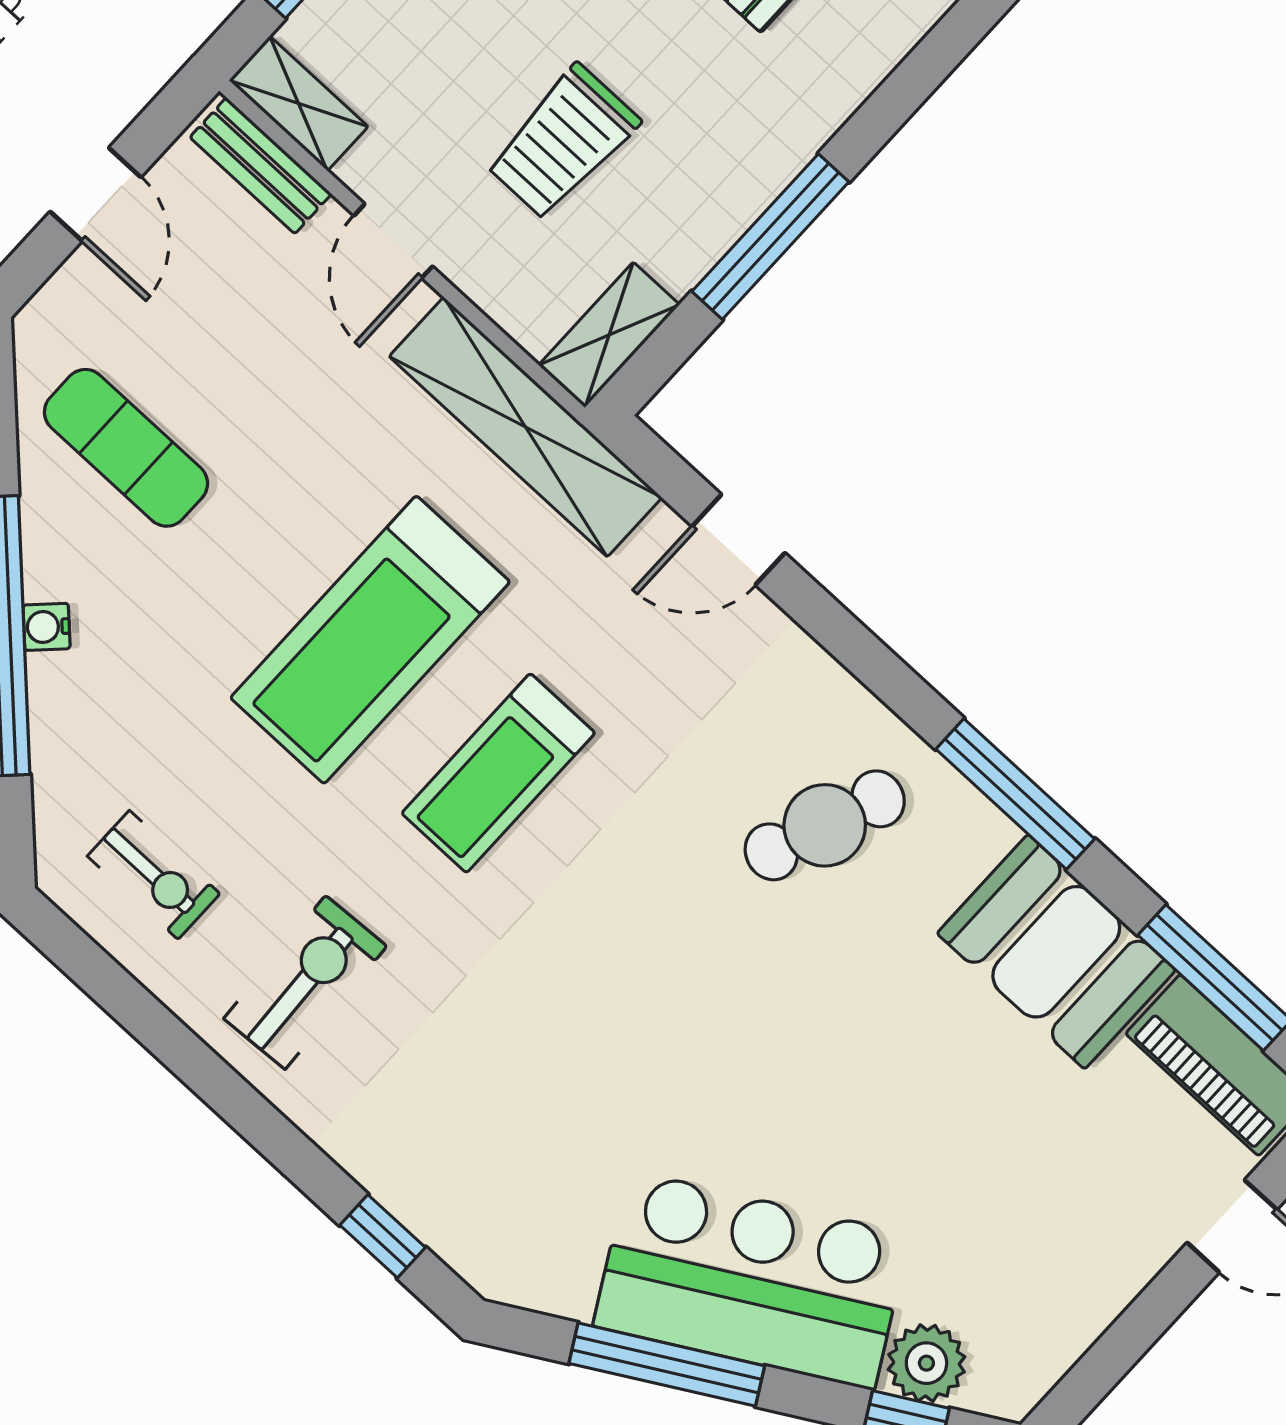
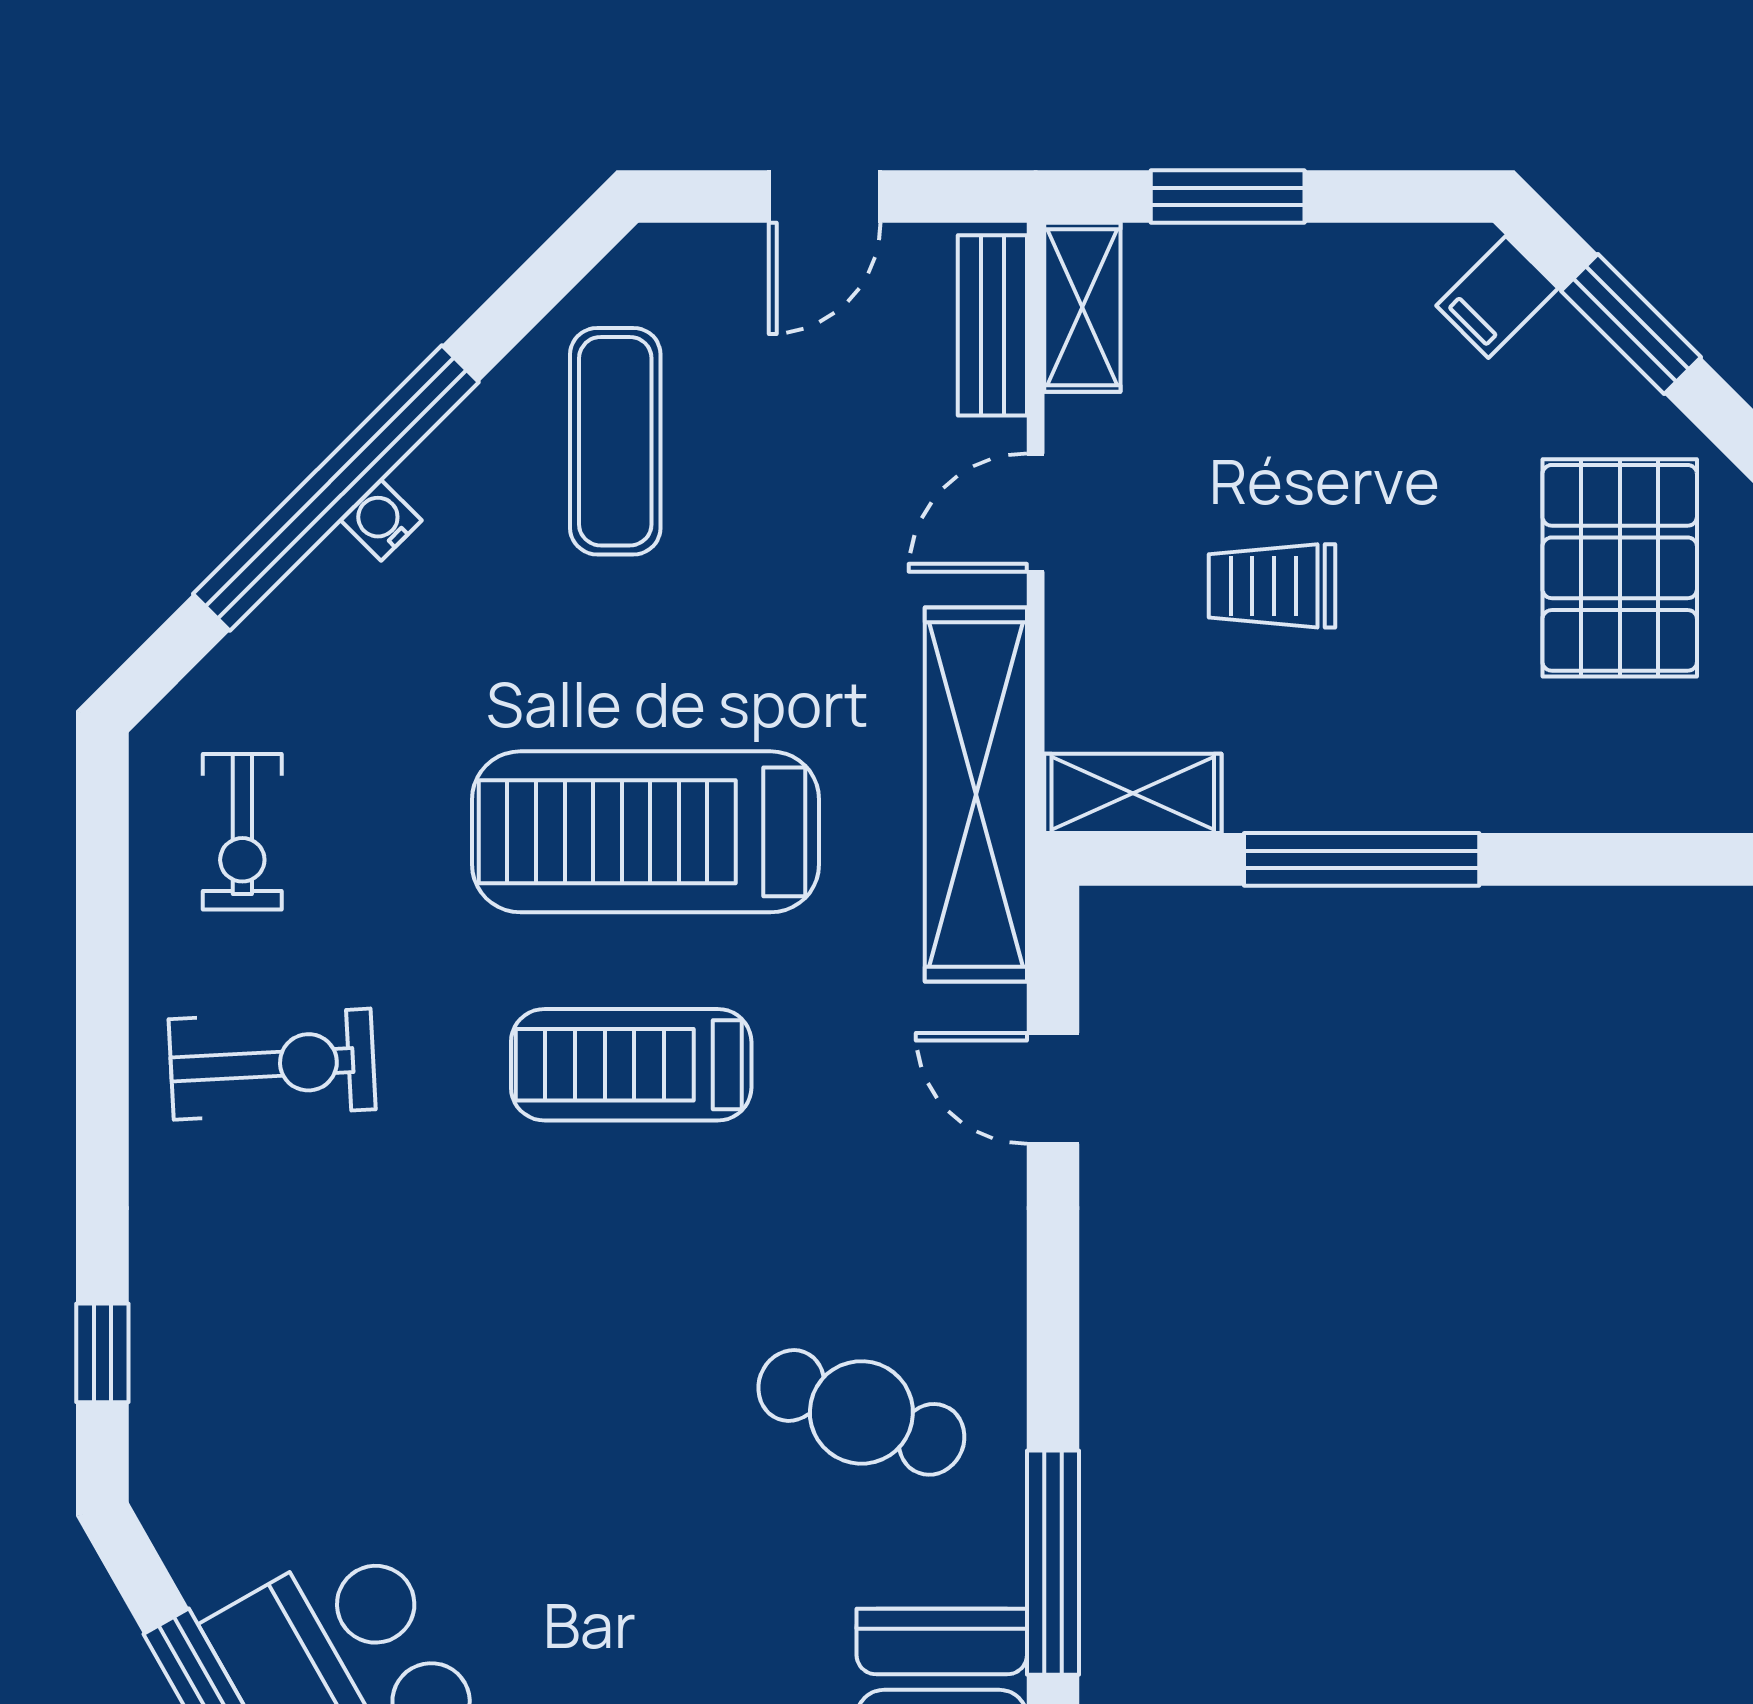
trolley: (563, 142) -> (1272, 586), width x0.73, depth x0.72

